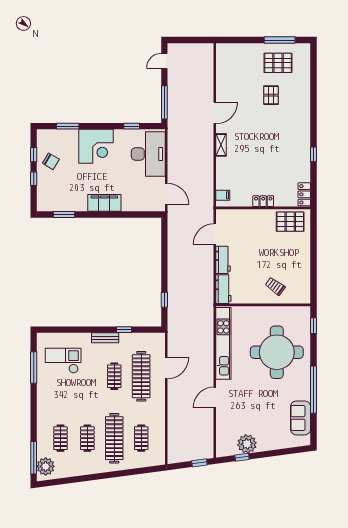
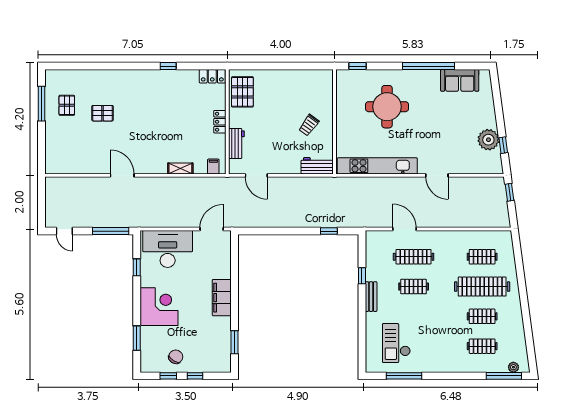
pallet: (278, 63) -> (67, 105), width x0.67, depth x0.71
shelving: (221, 145) -> (180, 168), moved
workbench: (223, 260) -> (236, 144), moved, turned 90
trolley: (275, 286) -> (309, 125), moved
round table: (277, 352) -> (387, 107), width x0.73, depth x0.73
clothes rail: (141, 376) -> (414, 257), width x0.73, depth x0.76
plant: (46, 466) -> (513, 367), width x0.53, depth x0.53

